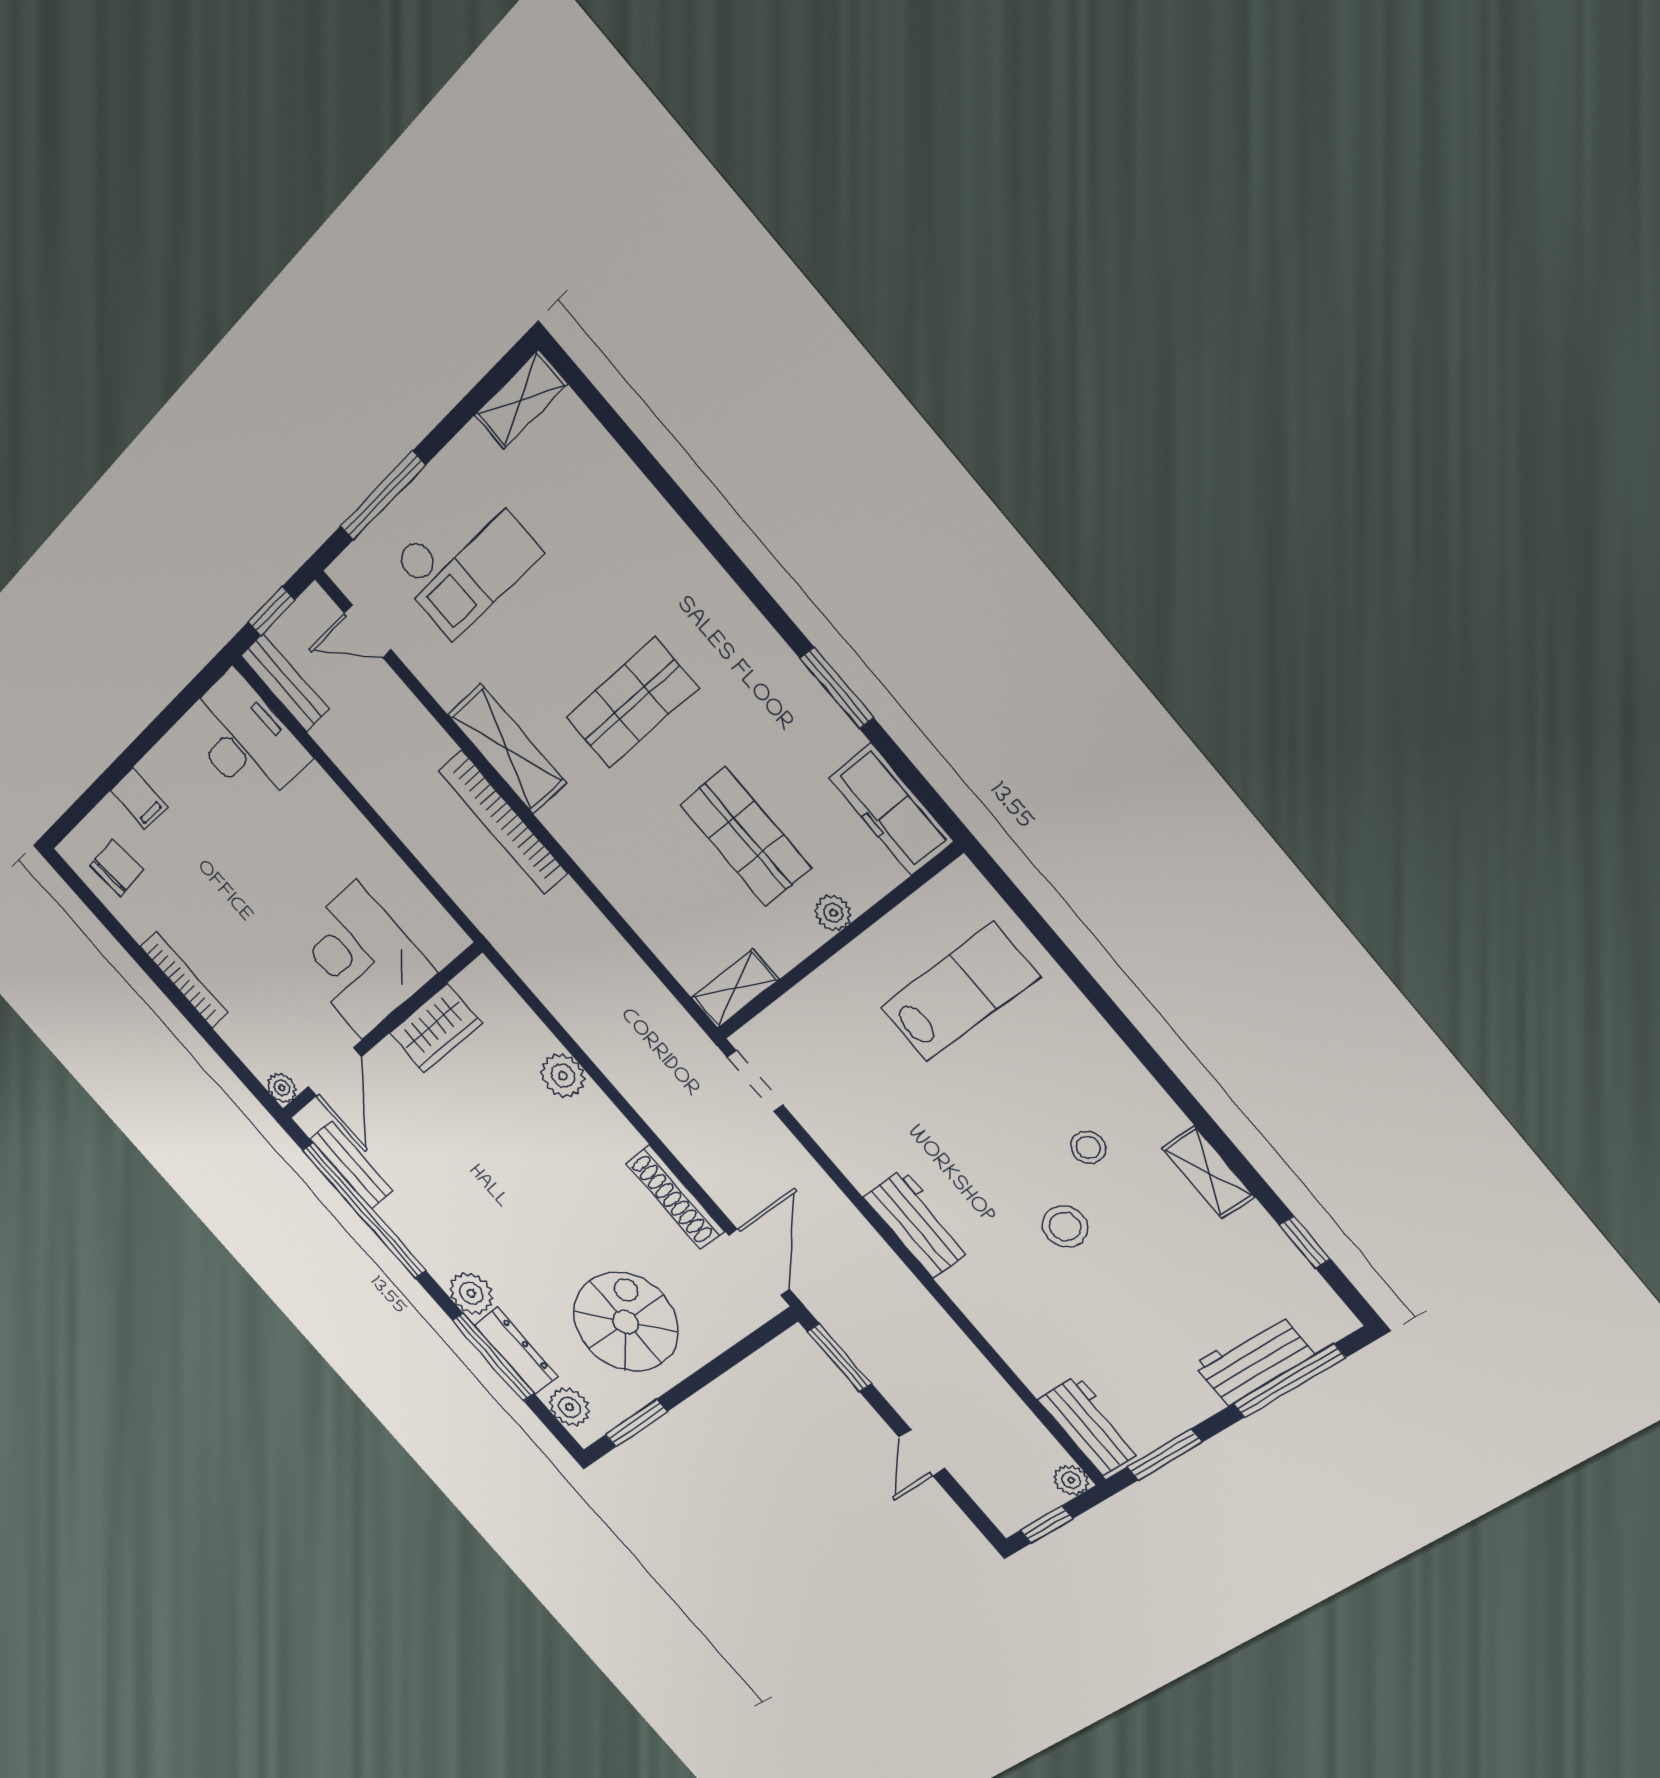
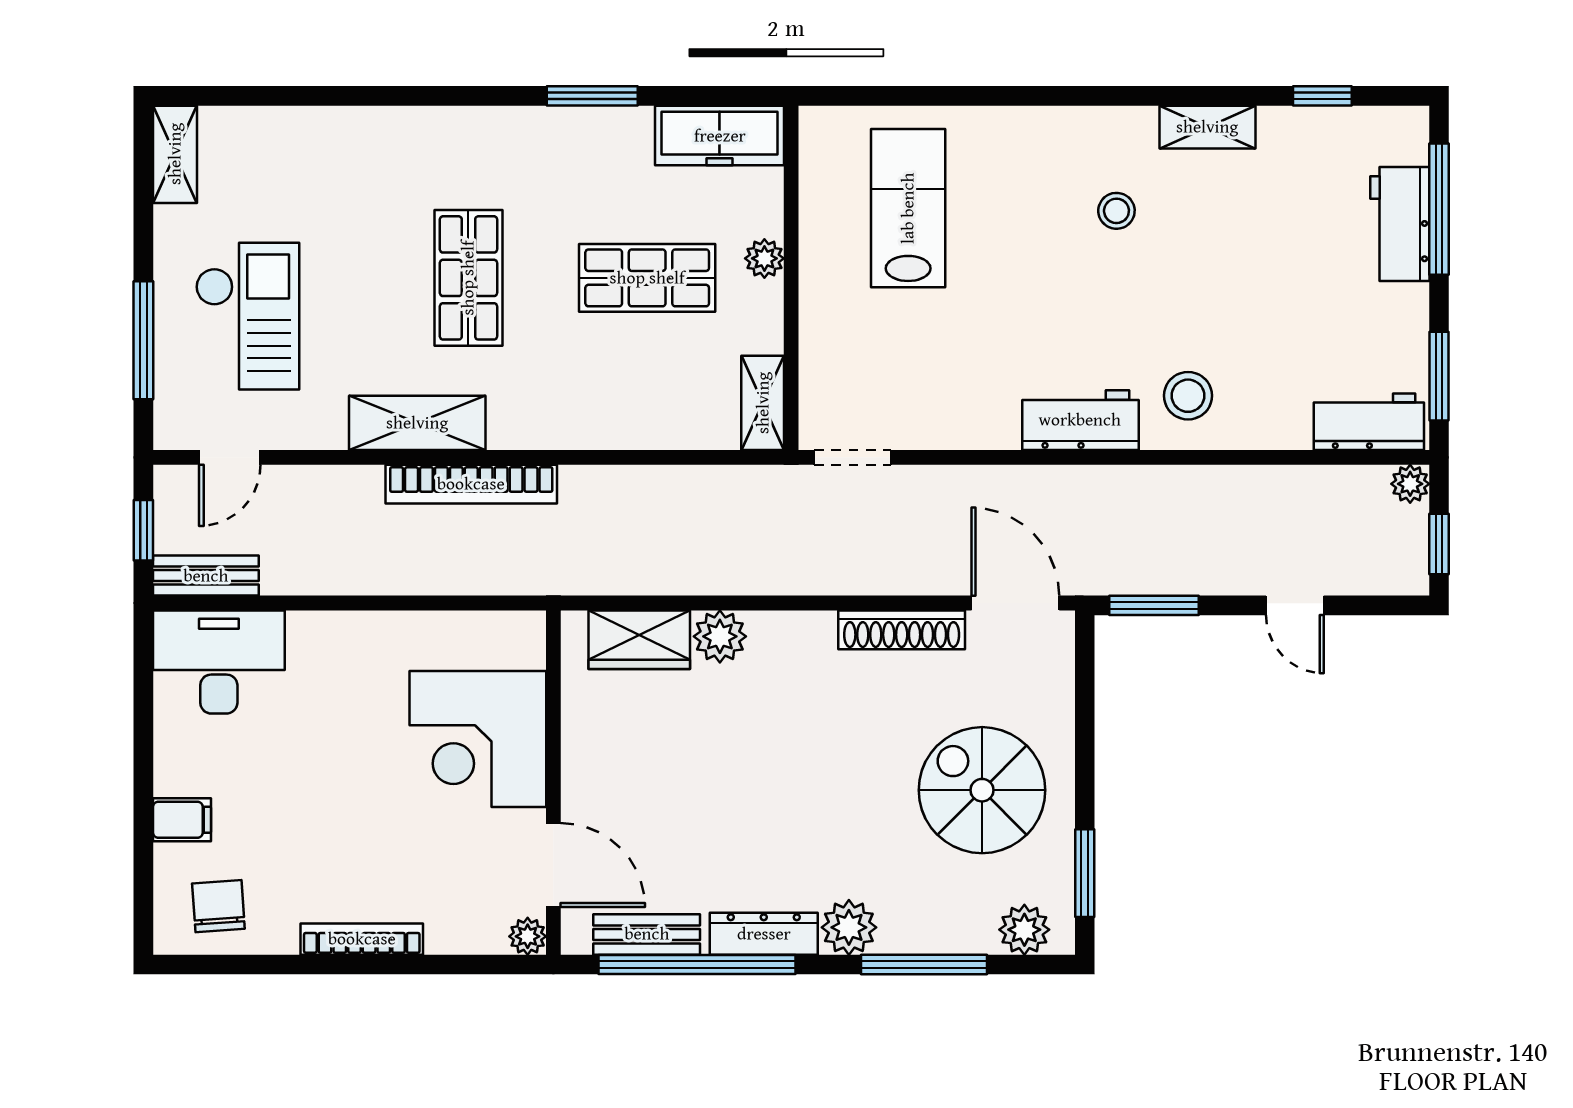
wardrobe: (435, 1028) -> (639, 640), moved, turned 90
stool: (1065, 1226) -> (1188, 396), moved
dresser: (516, 1351) -> (764, 934), moved

